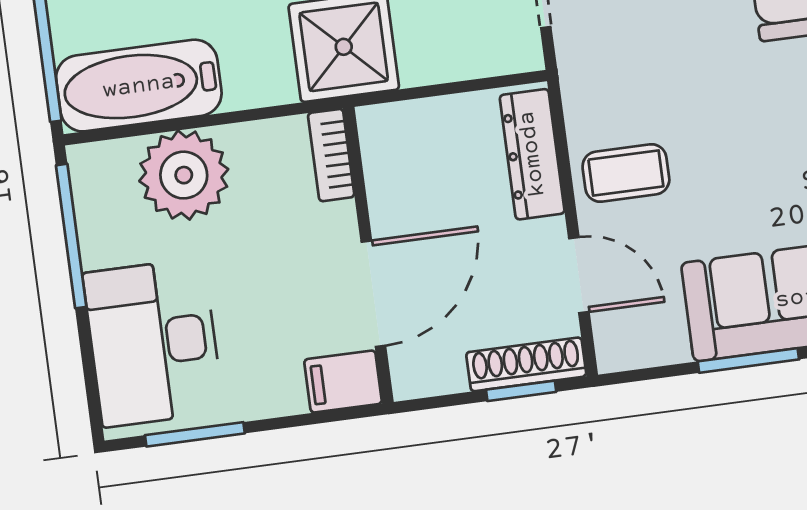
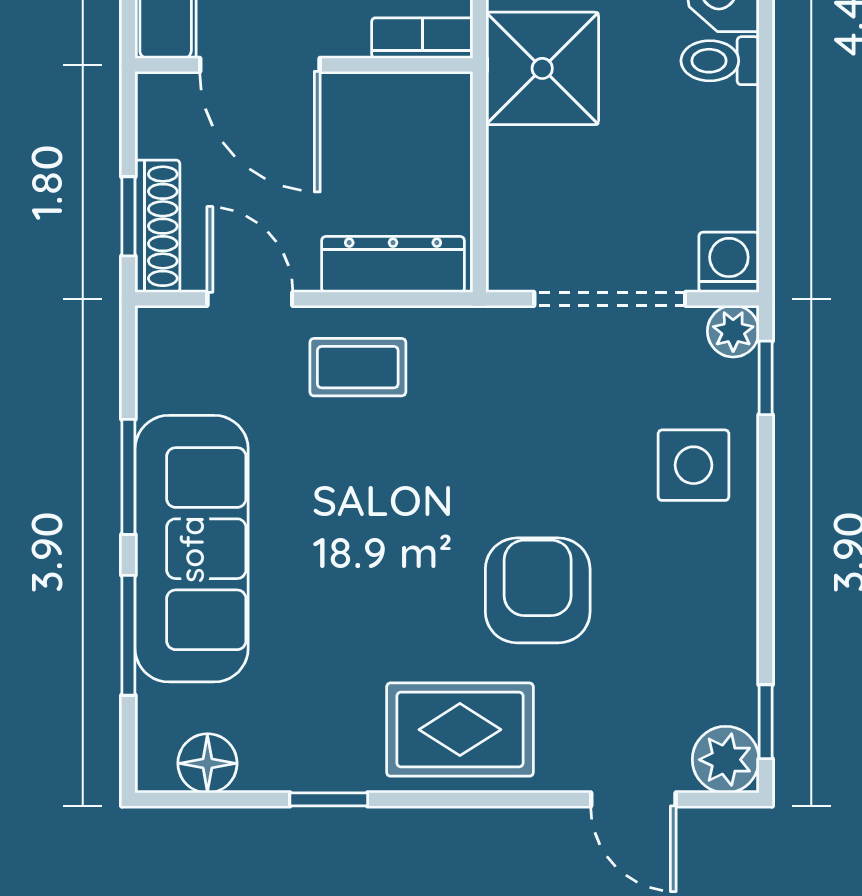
coffee table: (626, 173) -> (358, 367), turned 90
door: (579, 275) -> (250, 299), swing flipped

